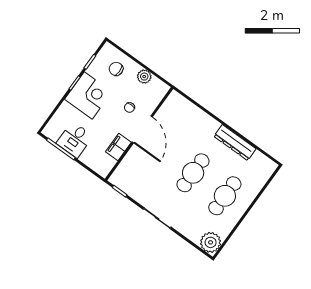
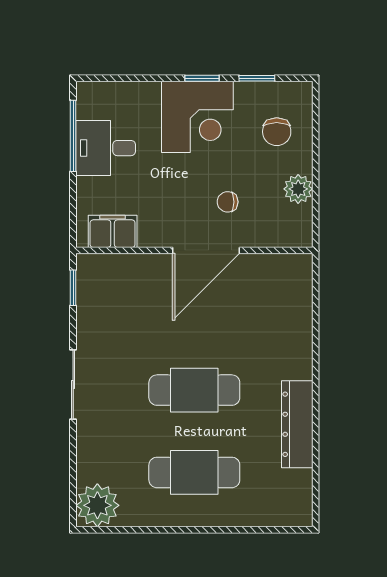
chair: (116, 69) -> (277, 132), turned 180
filing cabinet: (118, 147) -> (113, 231), moved

